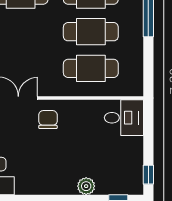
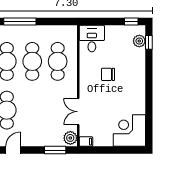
chair: (48, 120) -> (108, 74), moved
plant: (86, 186) -> (139, 41), moved

